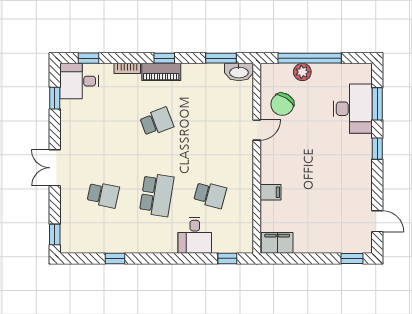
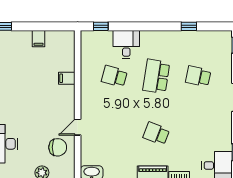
chair: (282, 104) -> (58, 147), turned 58
school desk: (157, 122) -> (156, 134), turned 42
filing cabinet: (277, 243) -> (39, 39), moved, width x0.50

